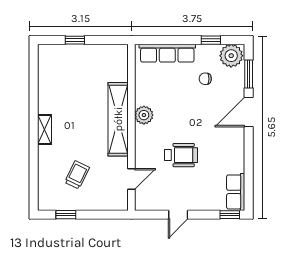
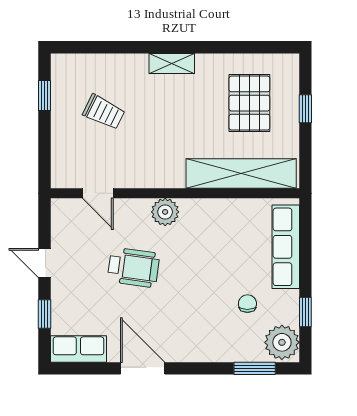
pallet: (71, 77) -> (249, 103), added
door: (249, 112) -> (143, 368), moved
plant: (144, 115) -> (165, 212), moved
shelving: (118, 119) -> (241, 174), moved
wheelchair: (181, 155) -> (134, 267), turned -82
window: (230, 215) -> (45, 314), moved

